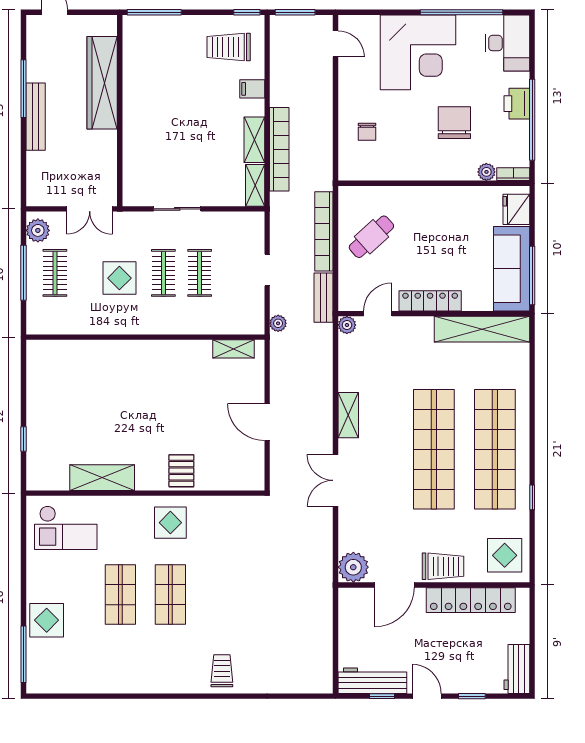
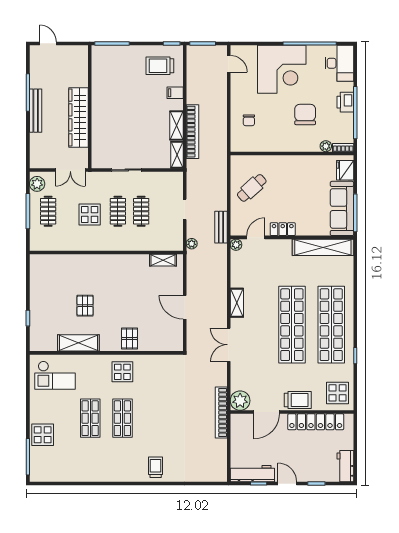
wardrobe: (102, 83) -> (78, 117), moved
bookcase: (324, 231) -> (221, 412), moved
locker: (430, 301) -> (283, 229), width x0.66
pallet: (112, 420) -> (85, 306), added

